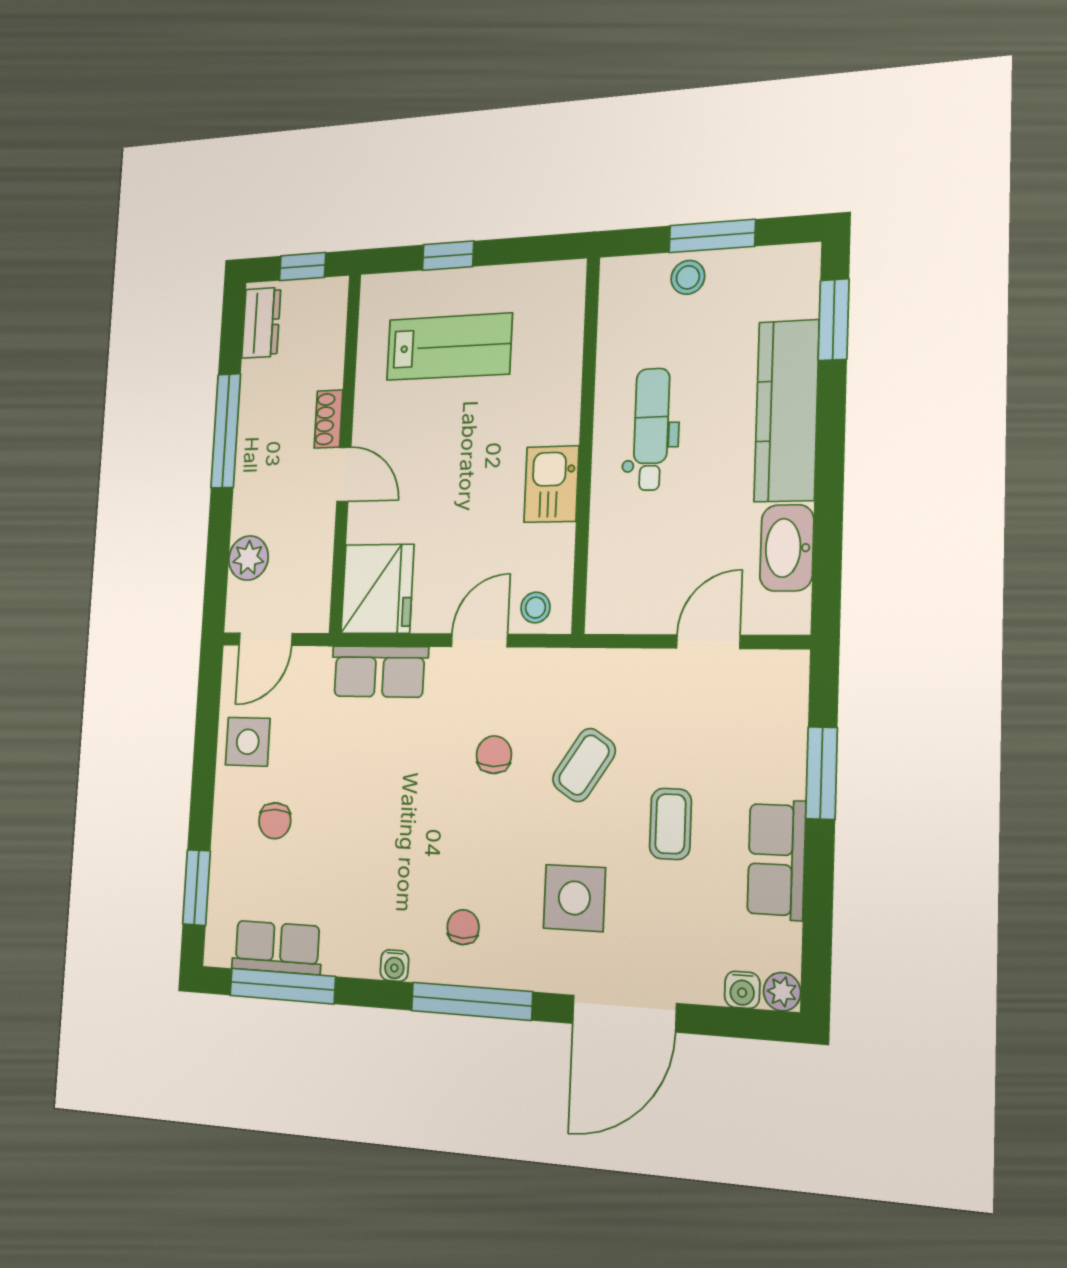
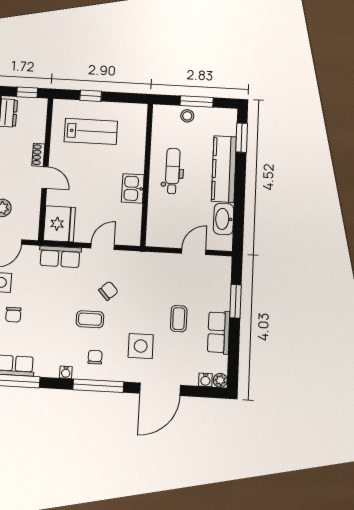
stool: (535, 608) -> (126, 235), removed
chair: (494, 755) -> (108, 291), turned 47
coffee table: (584, 765) -> (90, 319), moved, turned 57

